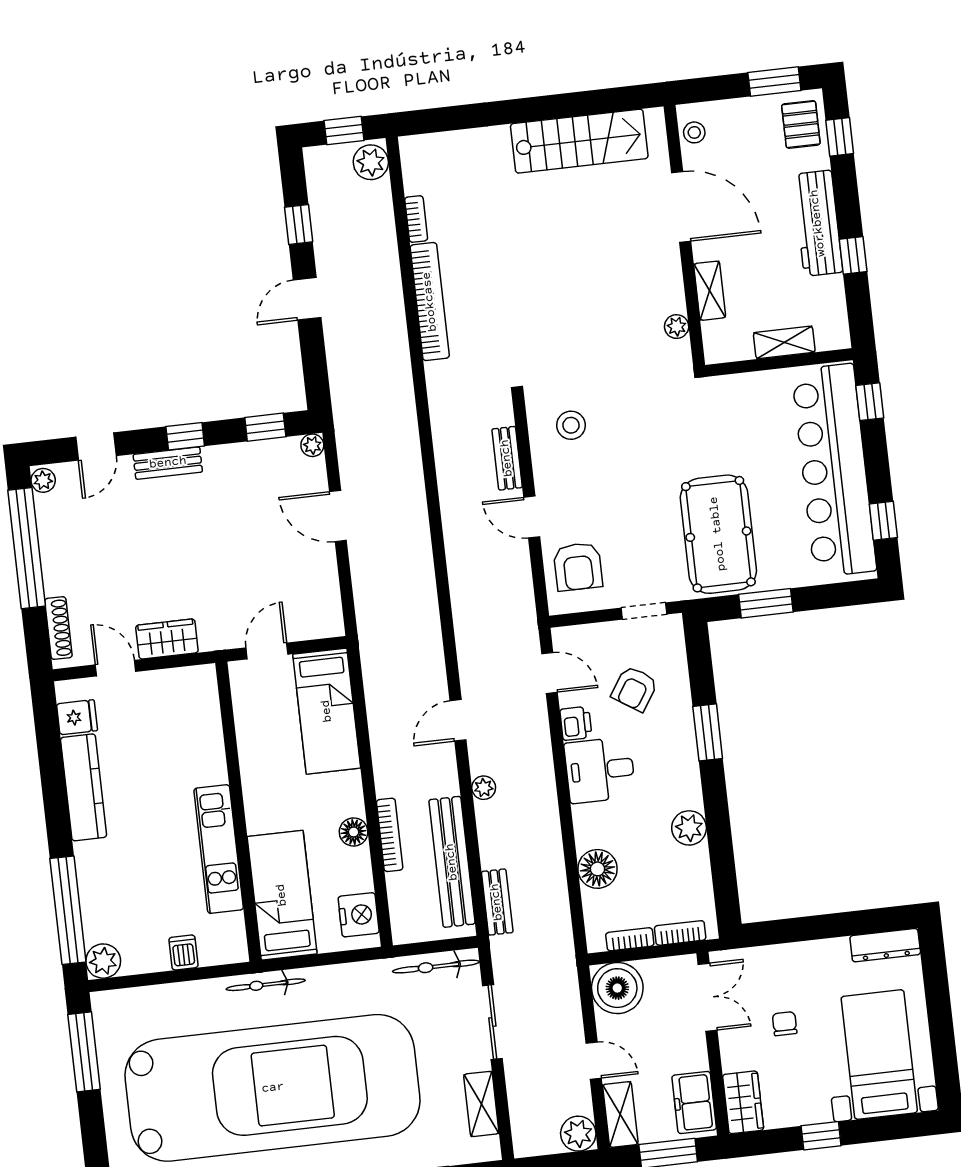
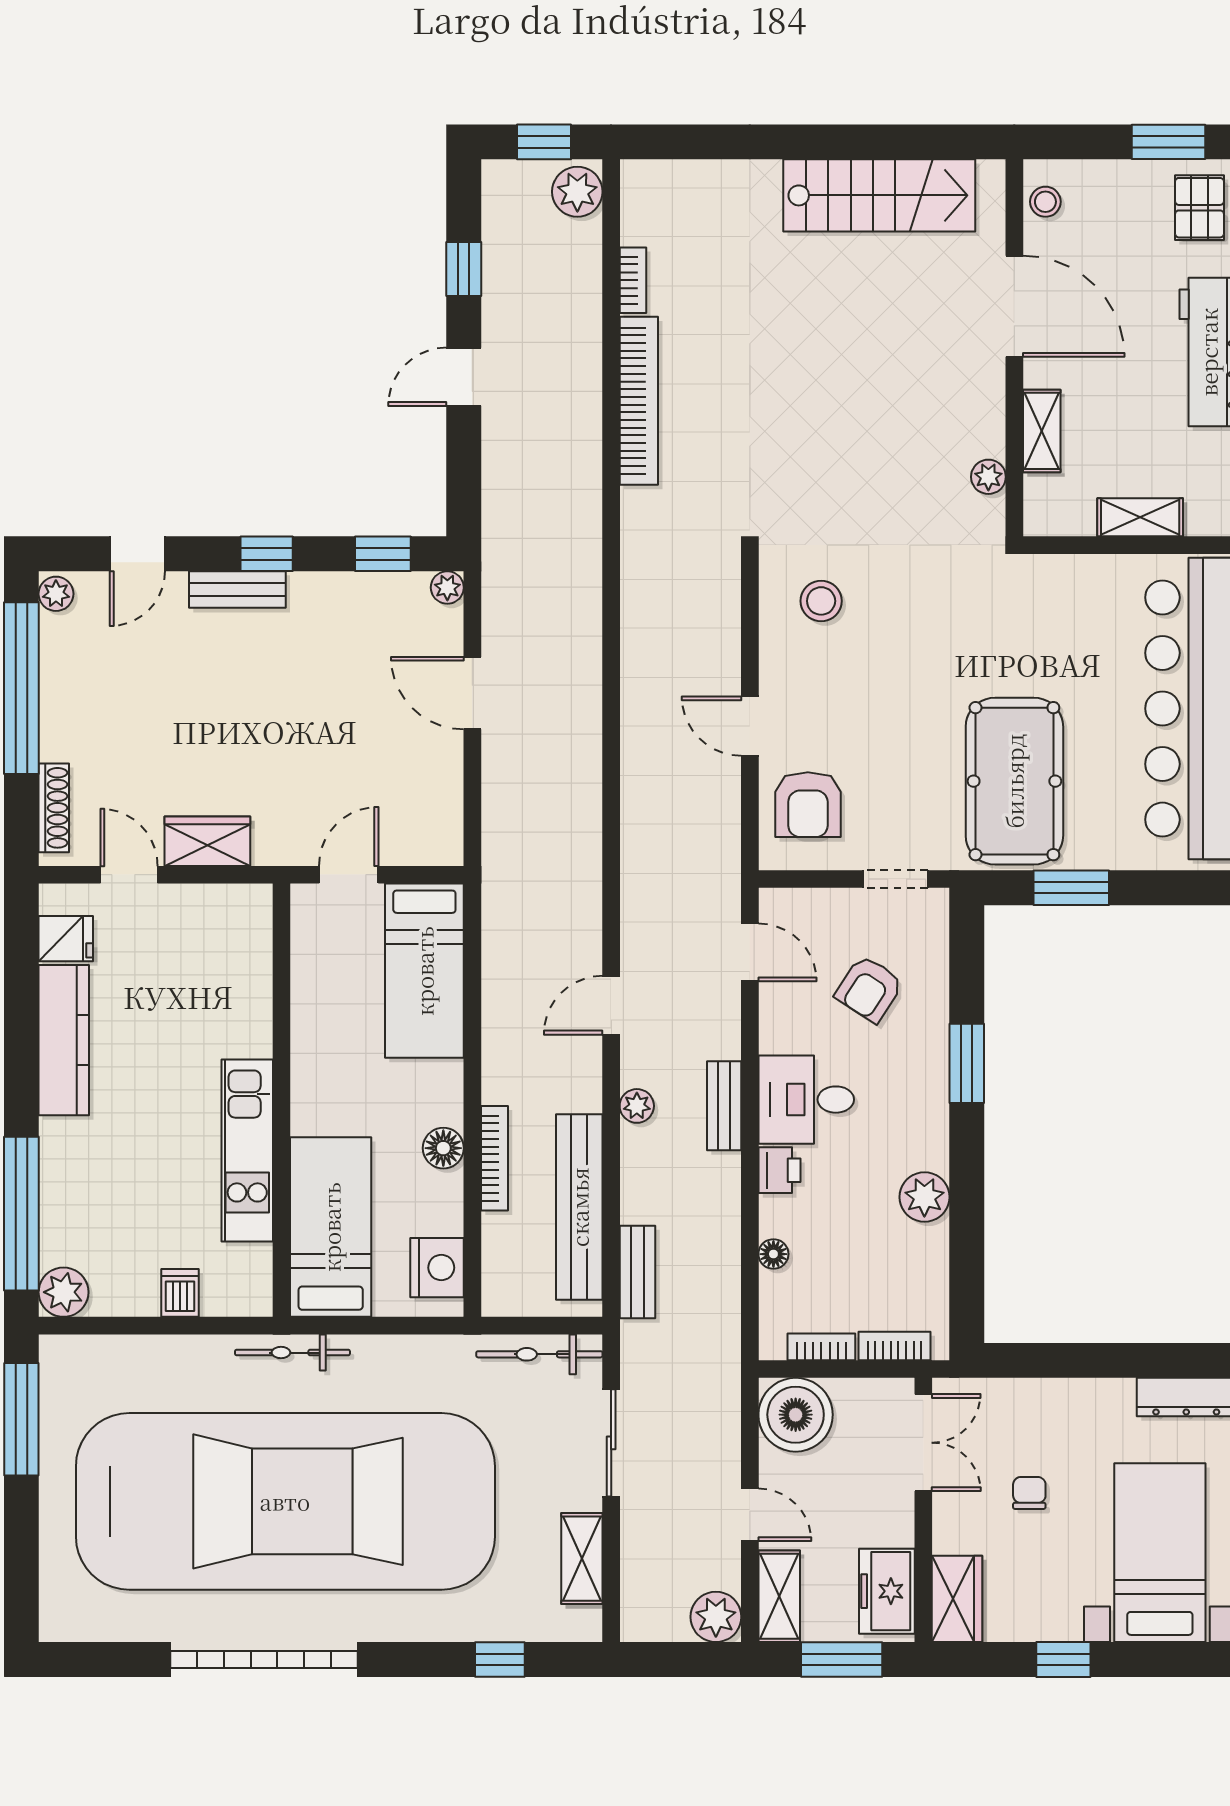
bench: (507, 458) -> (724, 1106), moved
printer: (576, 723) -> (779, 1170), moved
floor lamp: (598, 869) -> (773, 1254), width x0.53, depth x0.53

